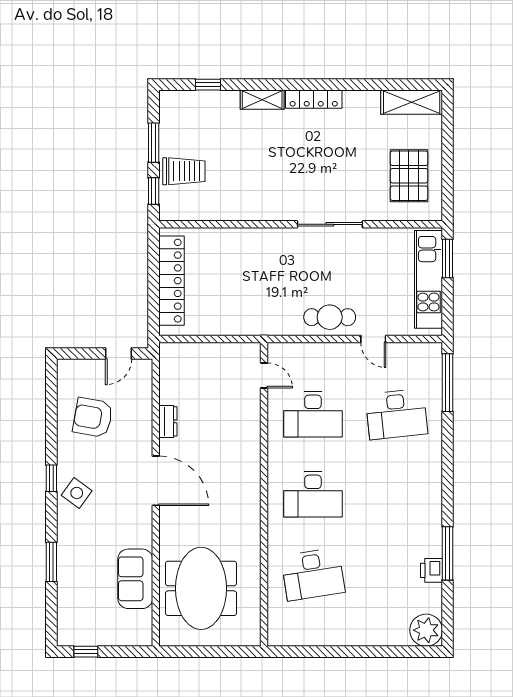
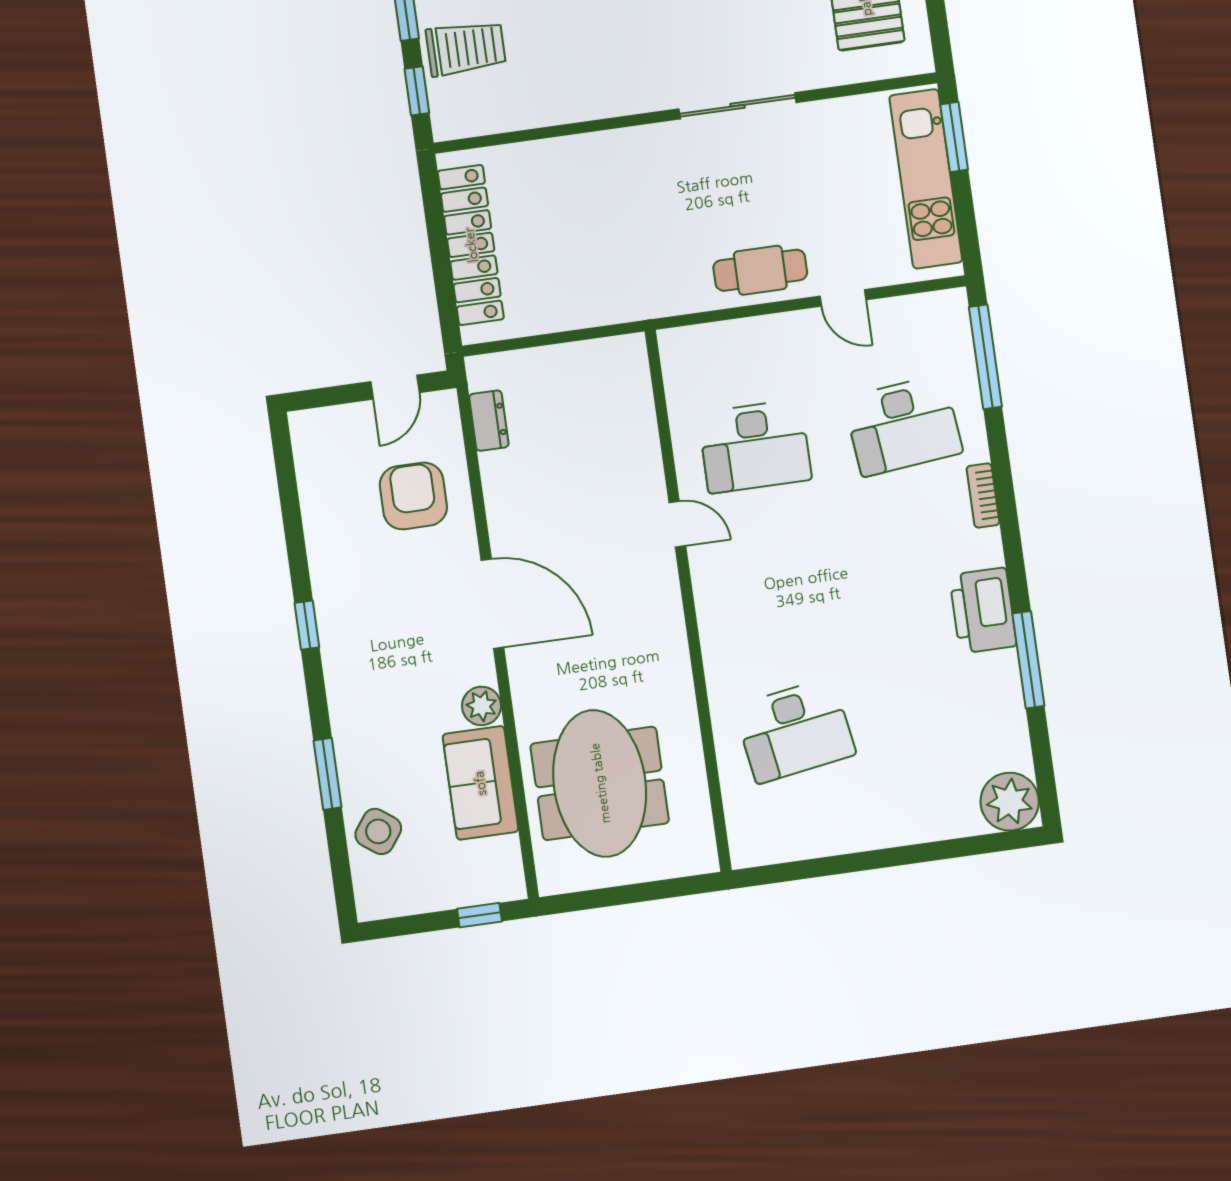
door: (264, 375) -> (677, 524), moved
armchair: (93, 418) -> (413, 496), moved, turned 80
dresser: (168, 421) -> (489, 421), moved
bookcase: (435, 459) -> (983, 495), added
side table: (77, 493) -> (378, 831), moved
desk: (313, 494) -> (775, 588), removed
plant: (142, 536) -> (481, 706), added
printer: (431, 570) -> (983, 611), moved, width x1.87, depth x1.48
window: (86, 652) -> (479, 915), moved

